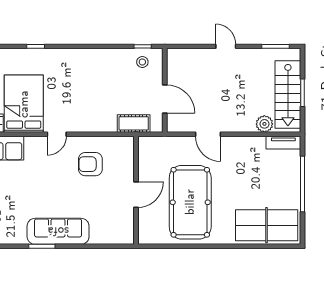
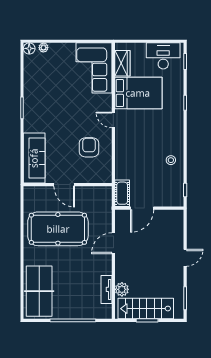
stool: (142, 62) -> (171, 160), moved
cot: (134, 123) -> (122, 193), moved
tv unit: (283, 143) -> (107, 289), moved
sofa: (58, 231) -> (34, 158), moved

